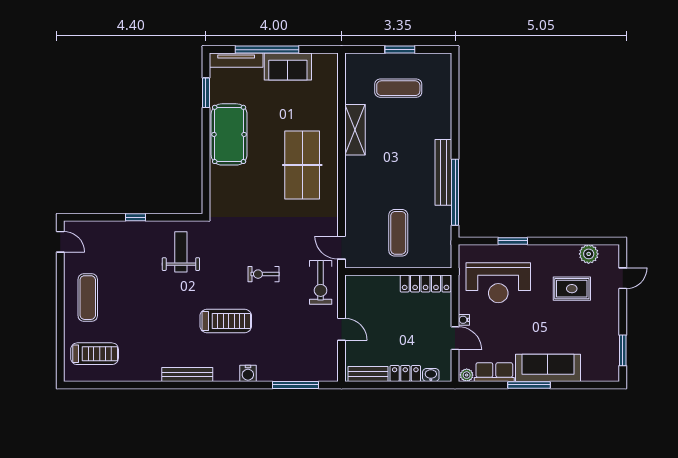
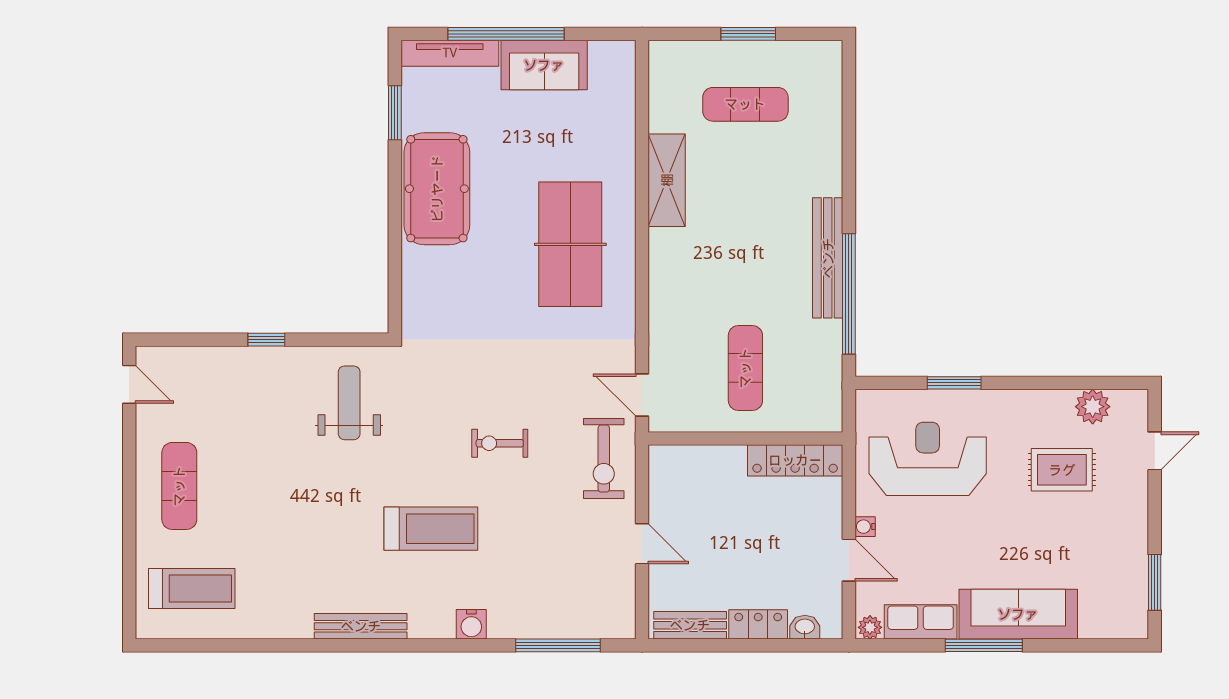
reception desk: (498, 283) -> (928, 459), turned 180

